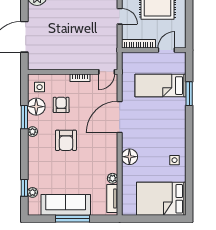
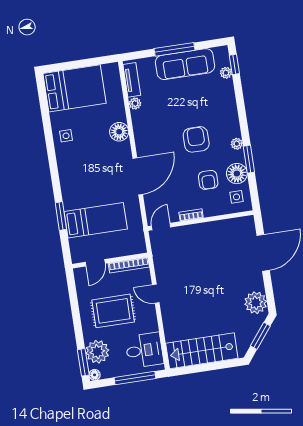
window: (24, 188) -> (234, 64), moved

